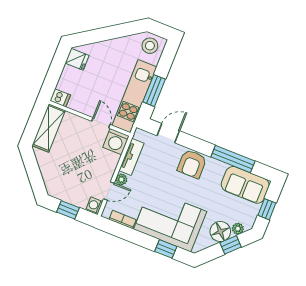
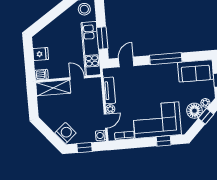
fridge: (77, 59) -> (41, 54), moved
shelving: (49, 128) -> (53, 88), moved, turned 90
washing machine: (116, 142) -> (65, 133), moved, turned -130
window: (233, 159) -> (166, 59), moved
armchair: (192, 164) -> (153, 75), removed

